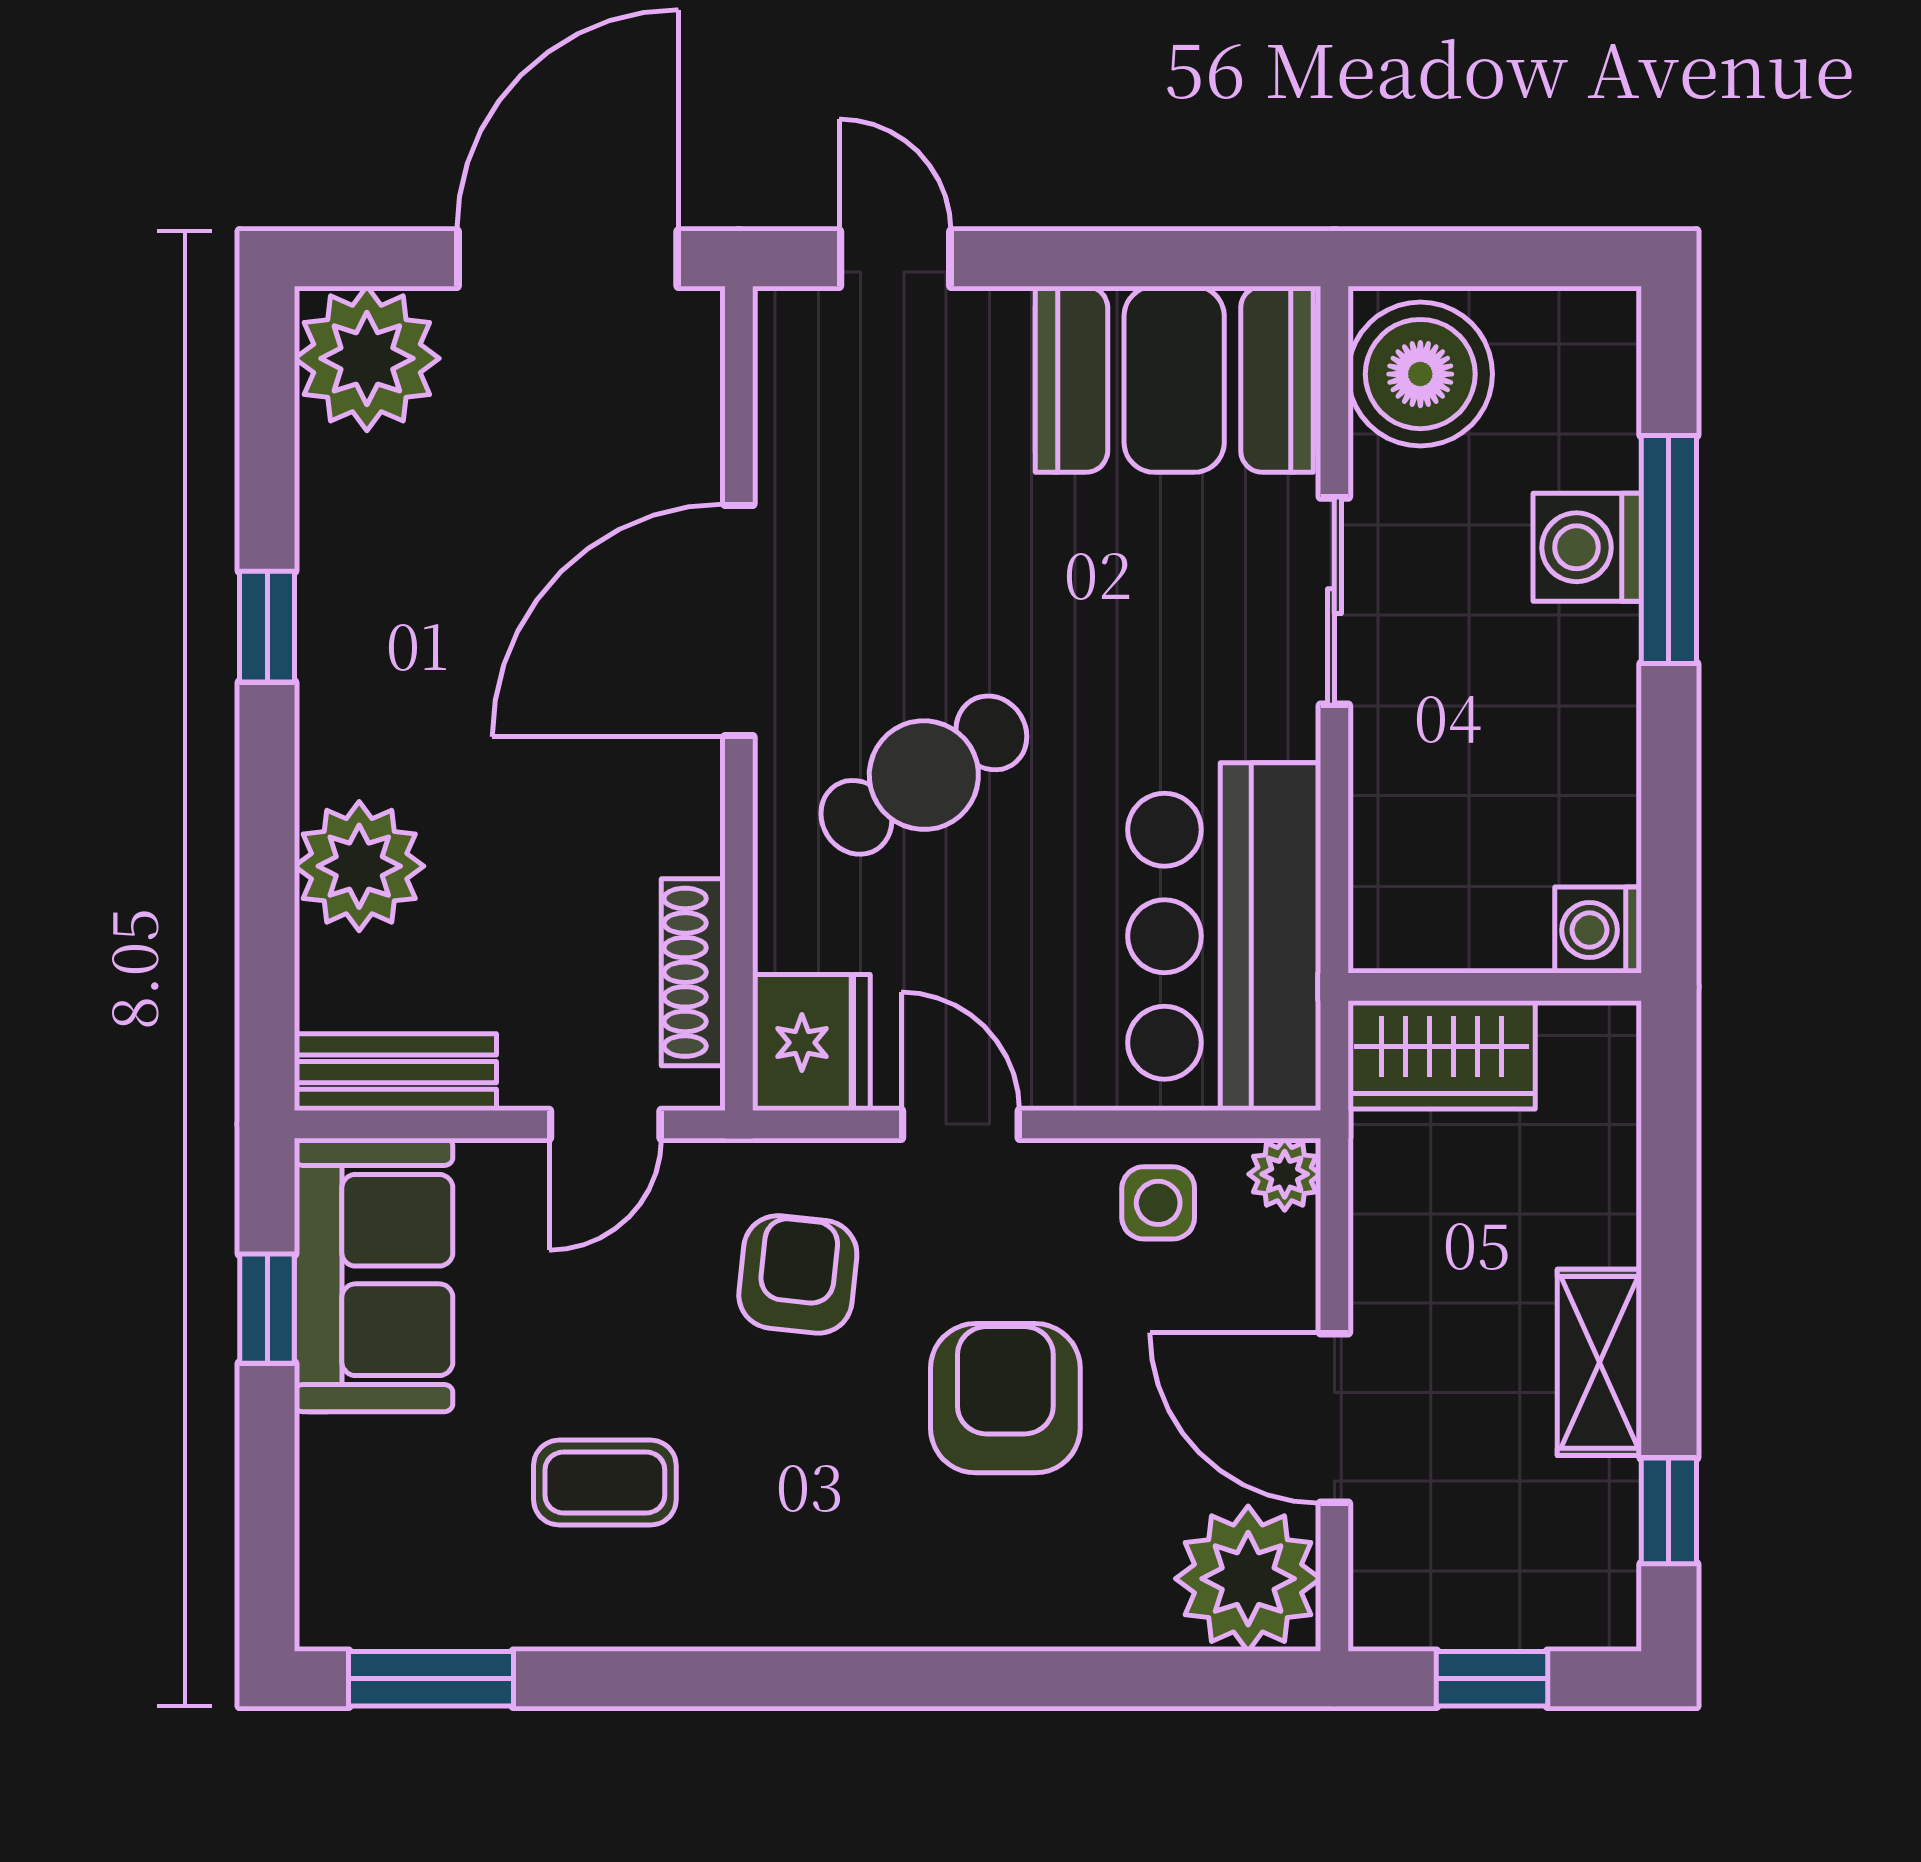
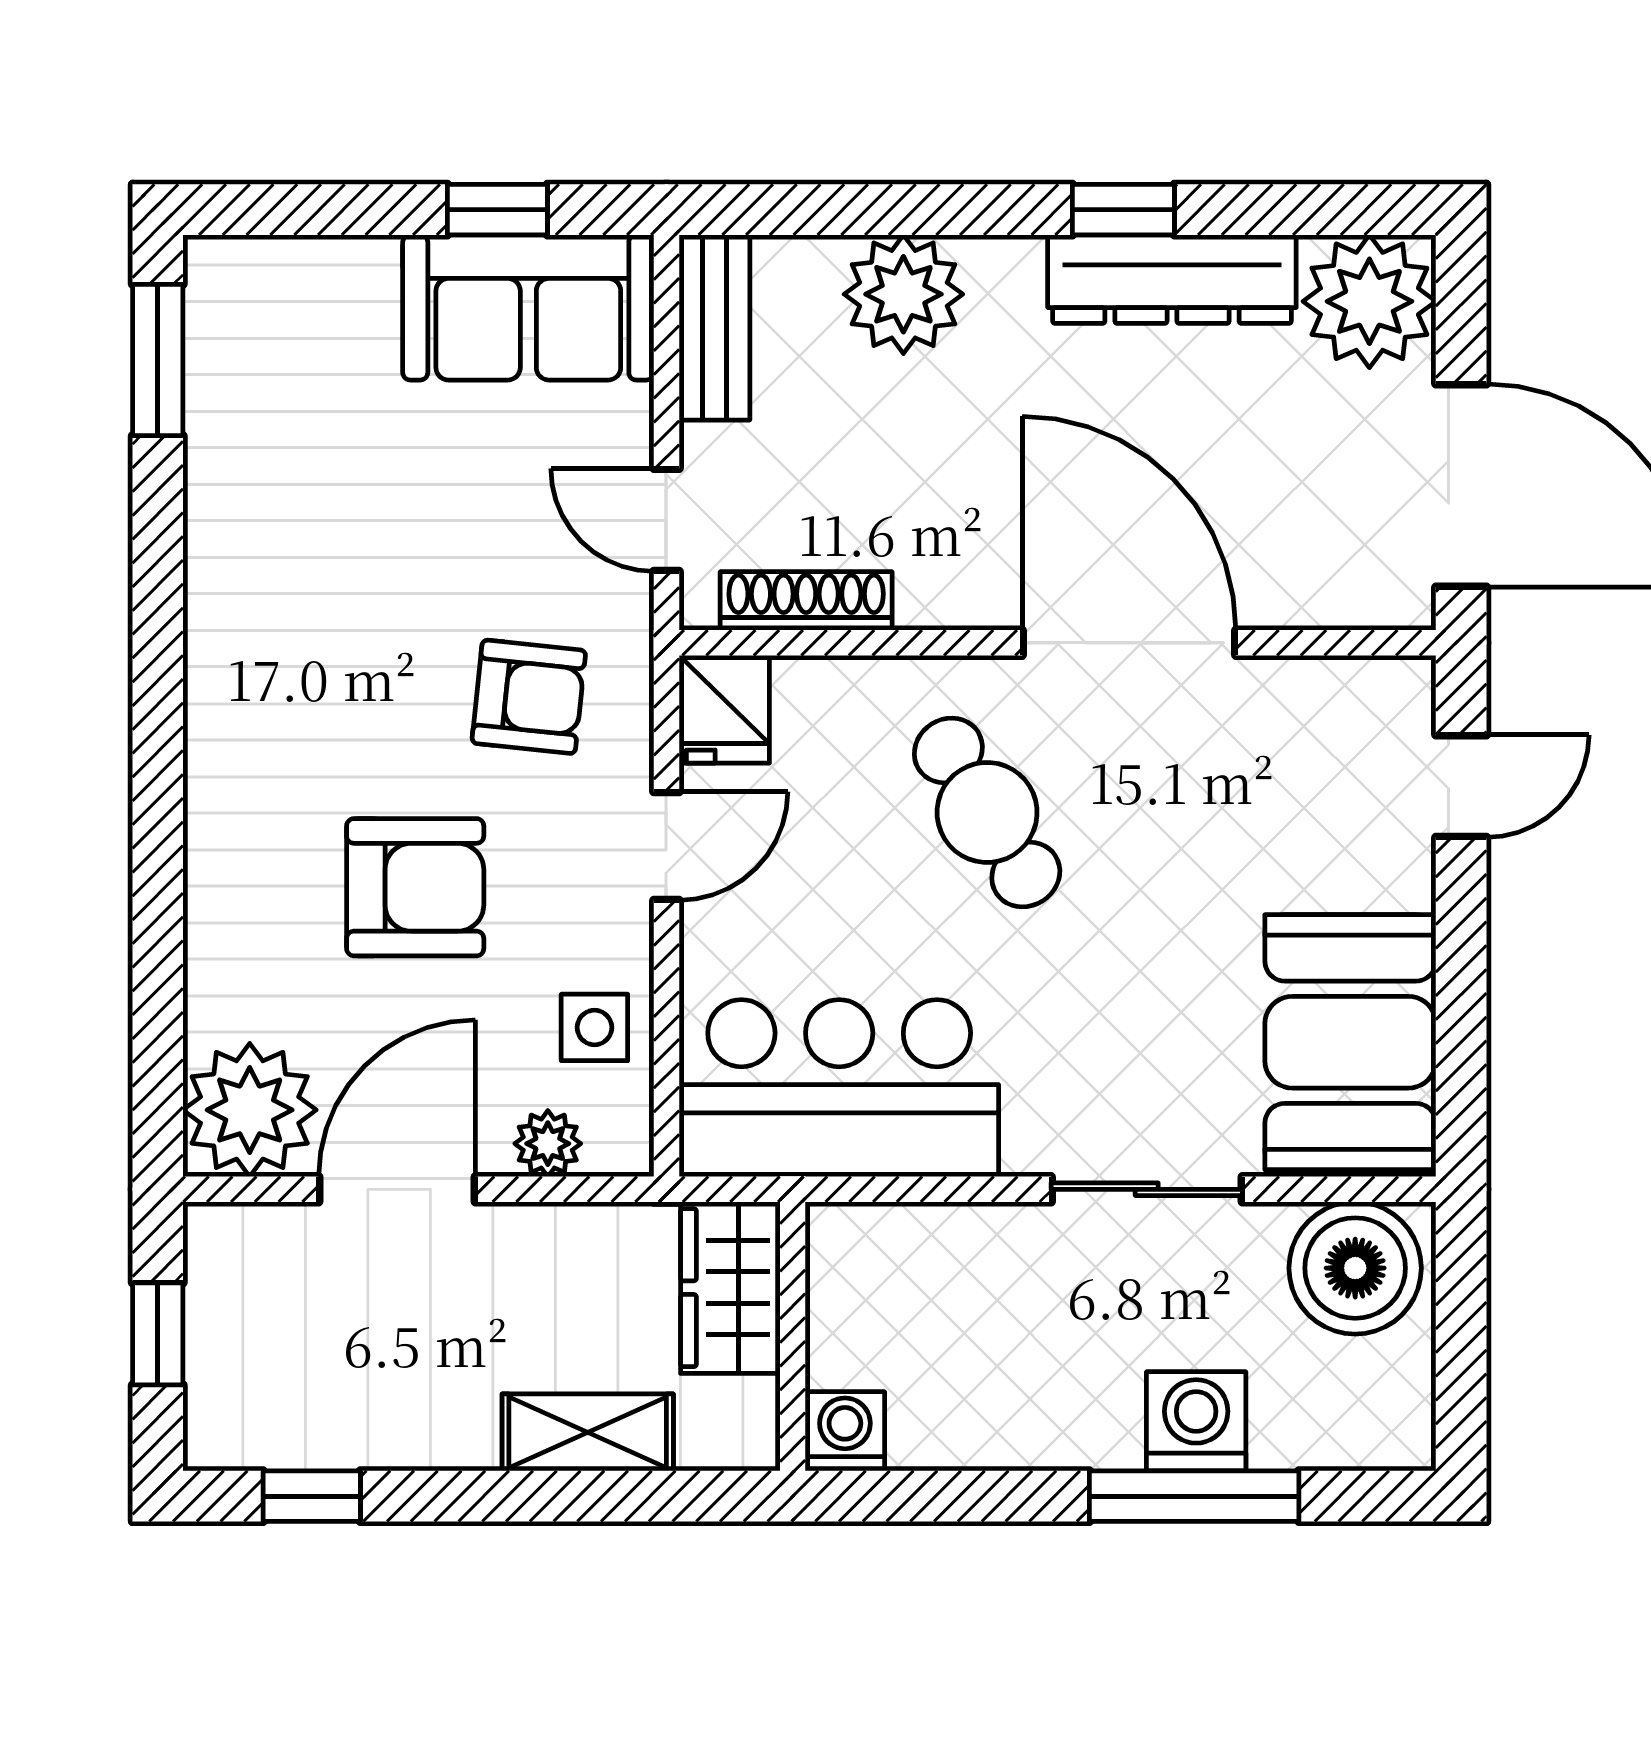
dresser: (343, 574) -> (1172, 279), added
fridge: (811, 1043) -> (724, 709), width x0.72
plant: (1285, 1174) -> (548, 1144), moved
shelving: (1599, 1362) -> (588, 1432), moved
coffee table: (605, 1483) -> (338, 520), removed

